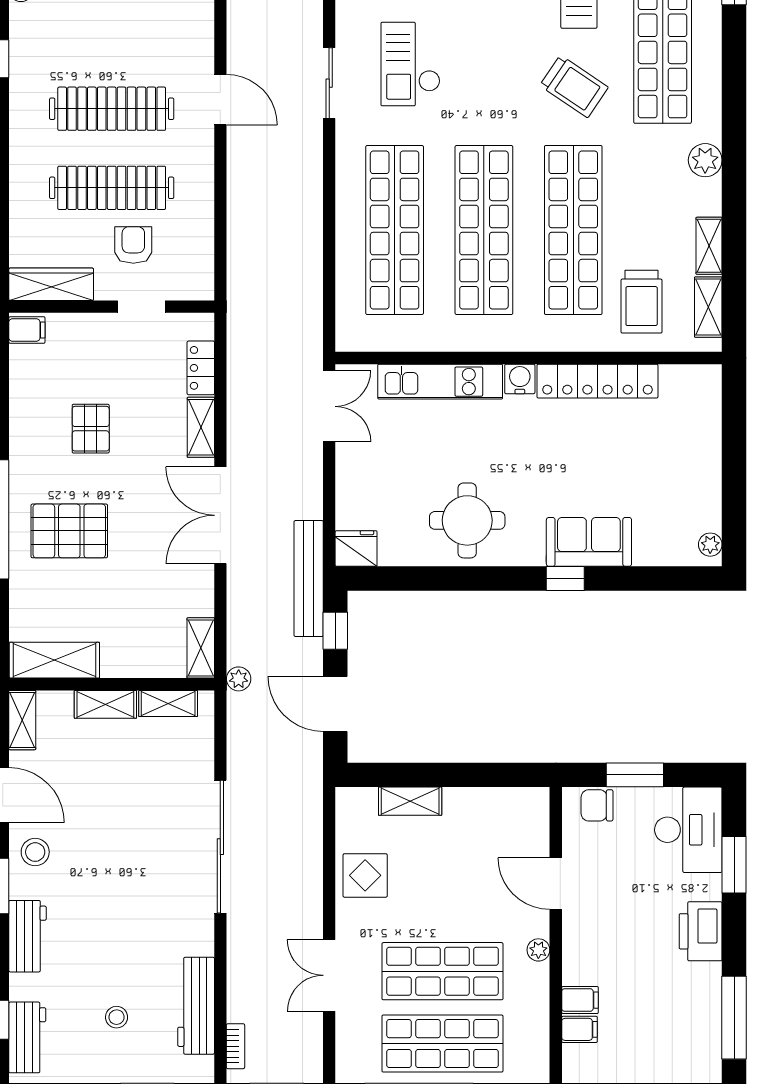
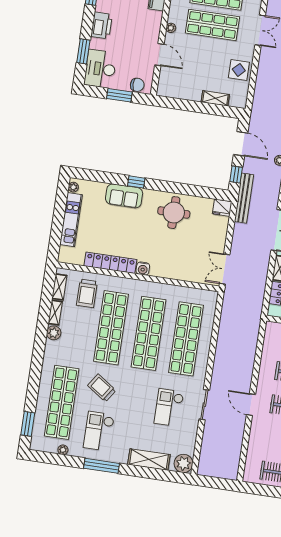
checkout: (410, 64) -> (169, 408), turned 180
plant: (705, 160) -> (54, 333), moved
trolley: (642, 302) -> (87, 293), turned 180
kitchen unit: (440, 382) -> (71, 220), moved, turned 90

